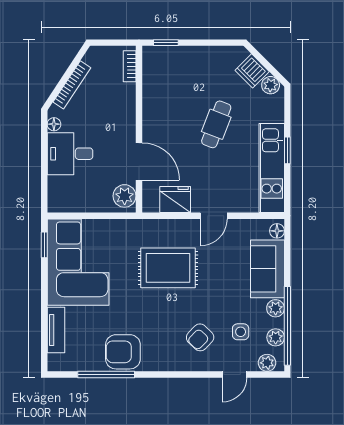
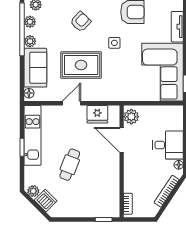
rug: (168, 268) -> (81, 65), moved
side table: (241, 332) -> (114, 43), moved

